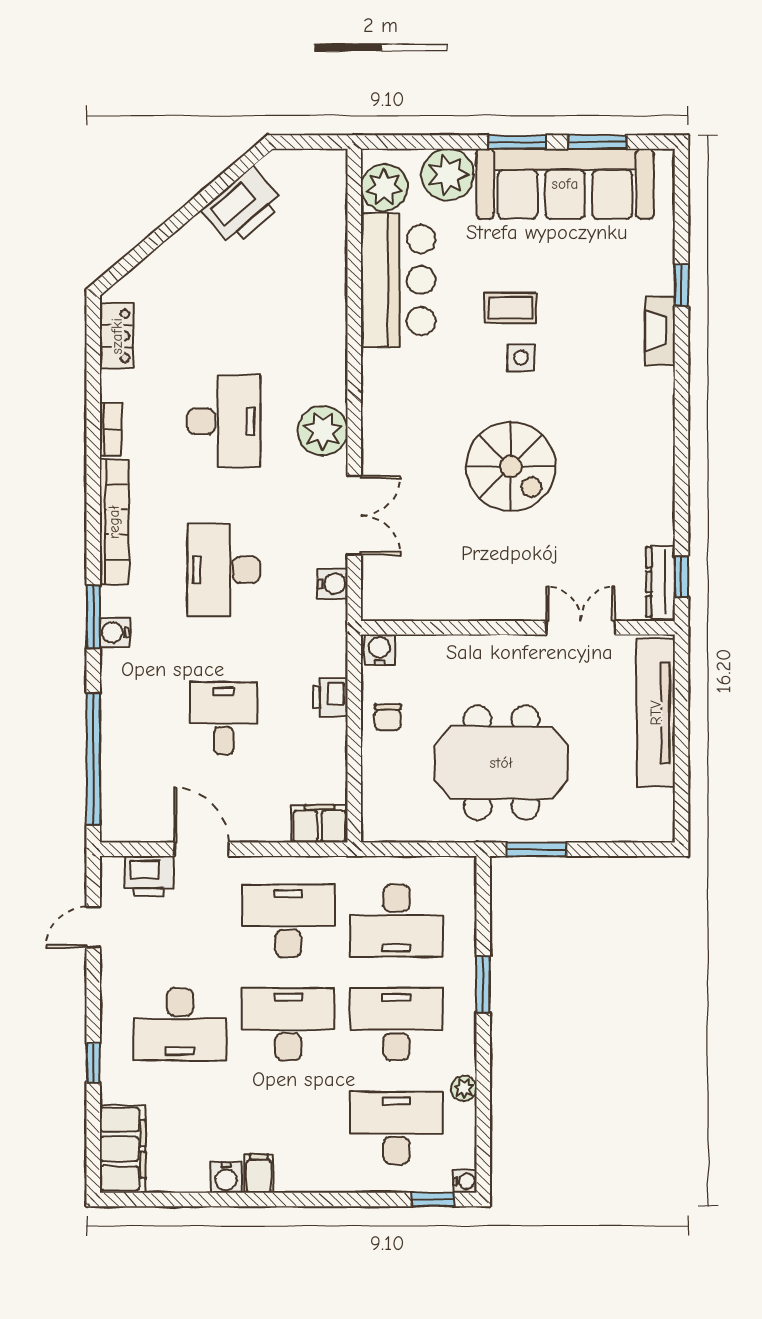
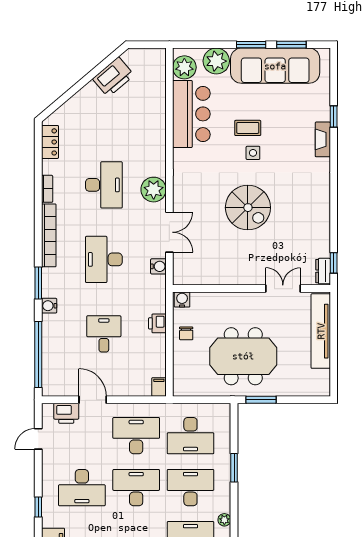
dresser: (660, 582) -> (323, 271), width x0.70
water cooler: (115, 633) -> (49, 306), moved
filing cabinet: (319, 824) -> (159, 387), width x0.50

